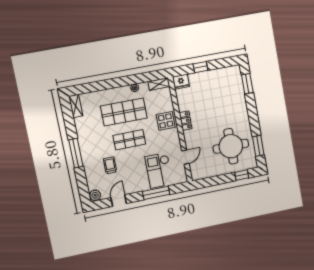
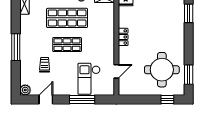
display table: (166, 121) -> (104, 34), removed

